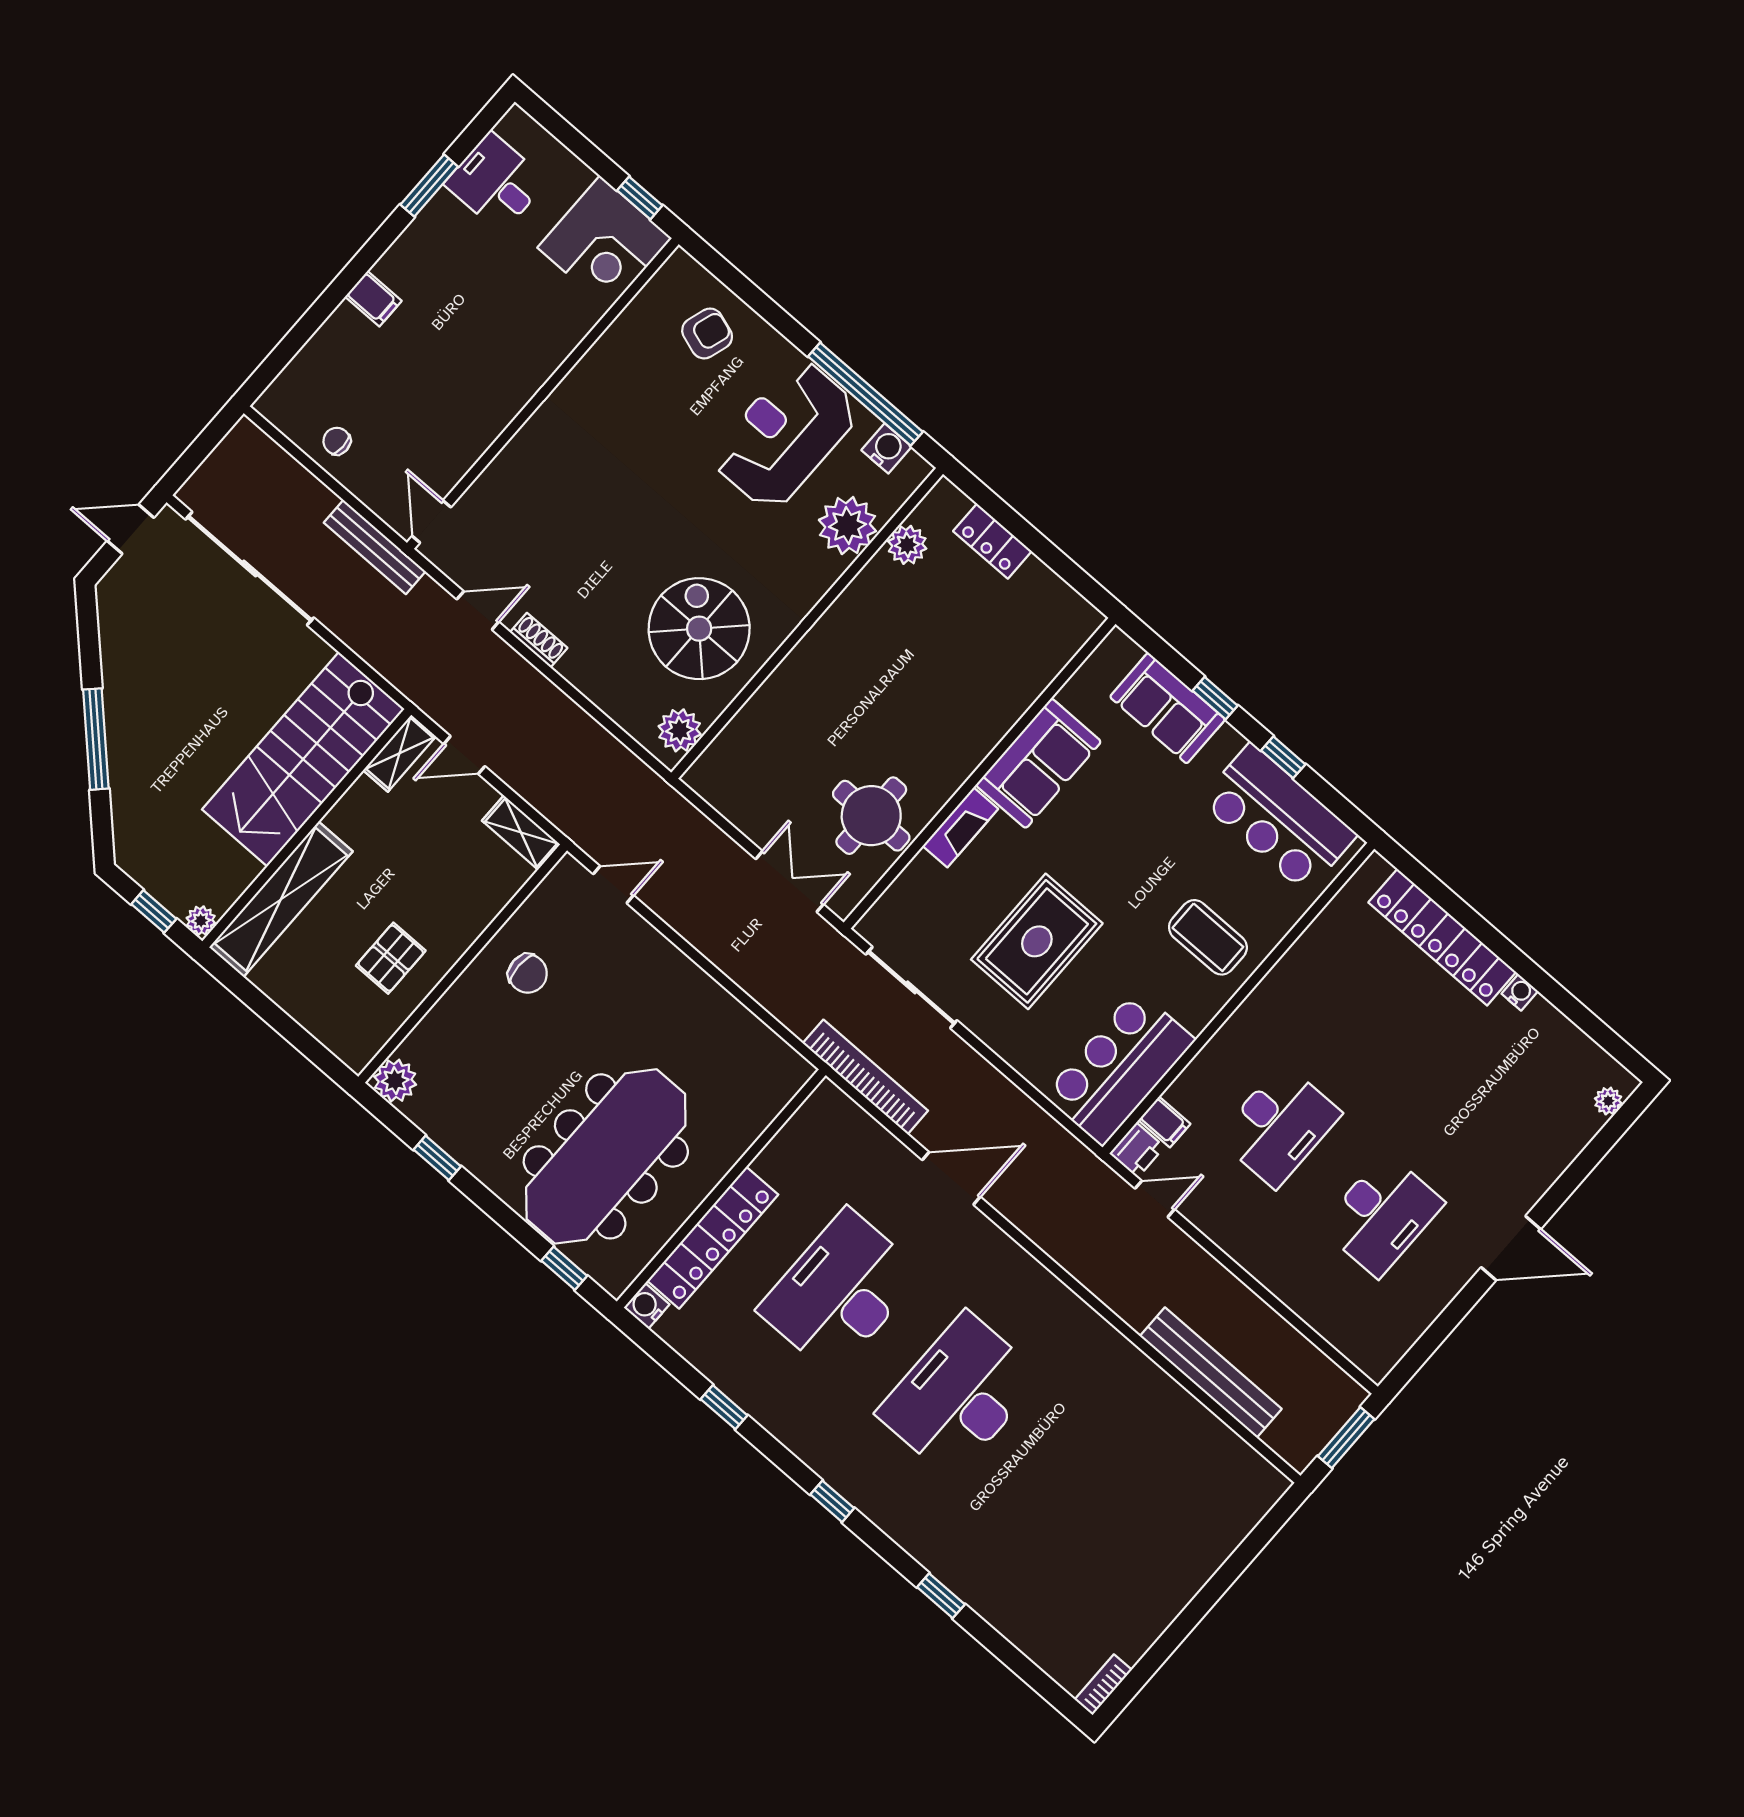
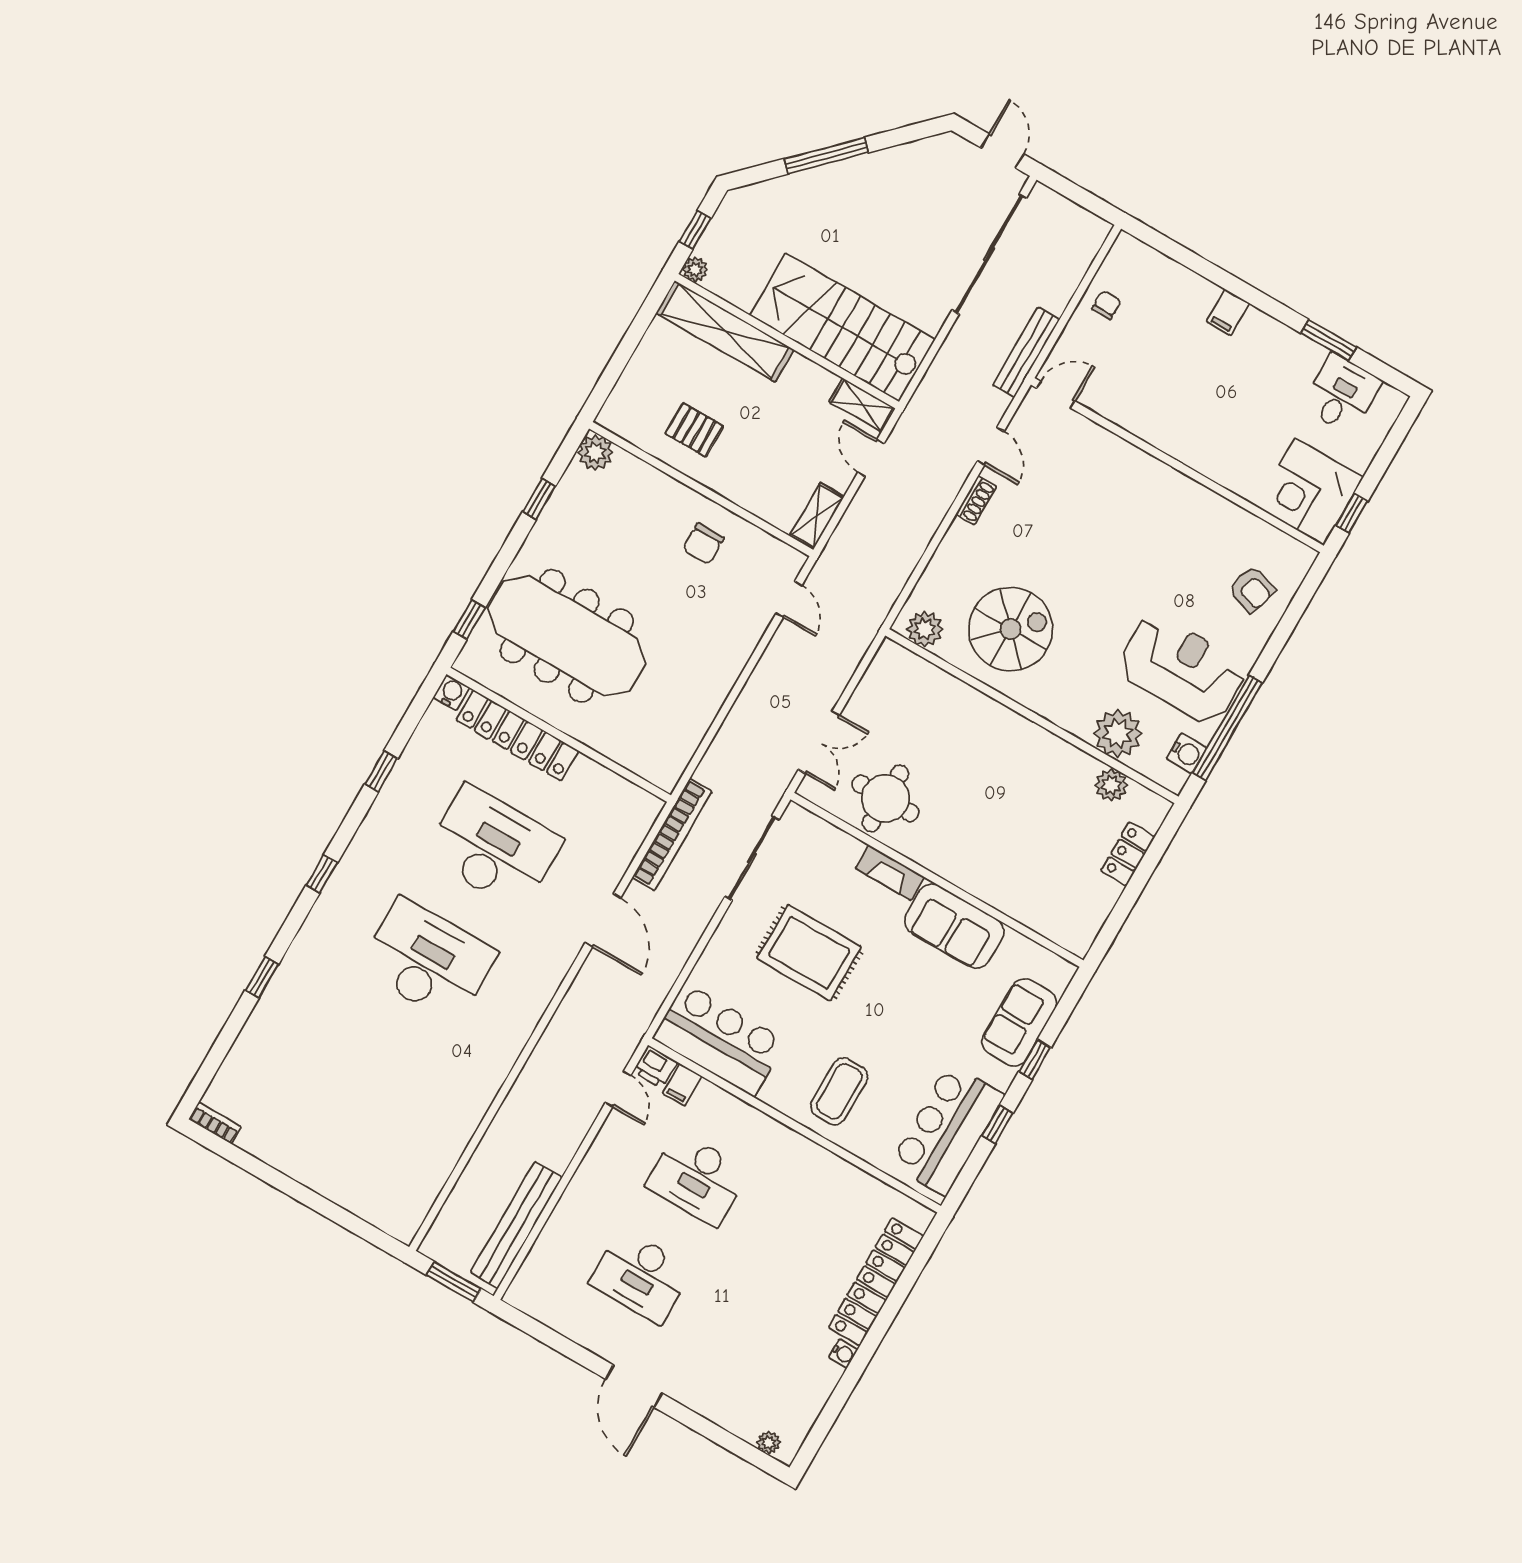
bench: (1211, 1372) -> (516, 1225), moved

